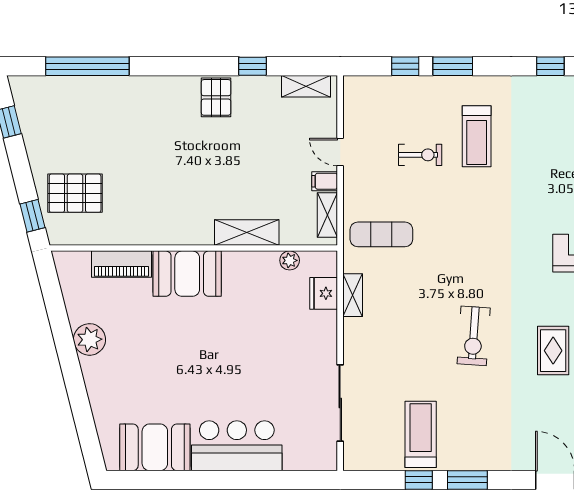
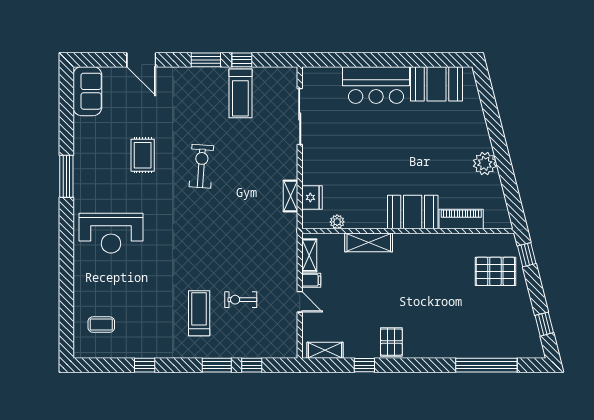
exercise mat: (381, 234) -> (269, 241), removed

